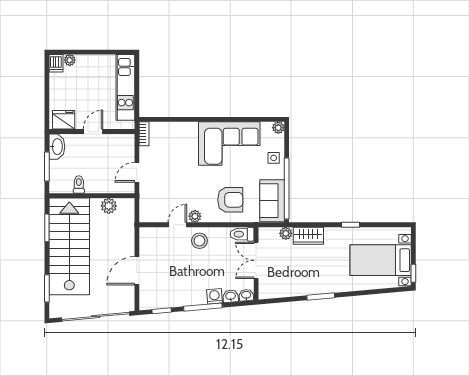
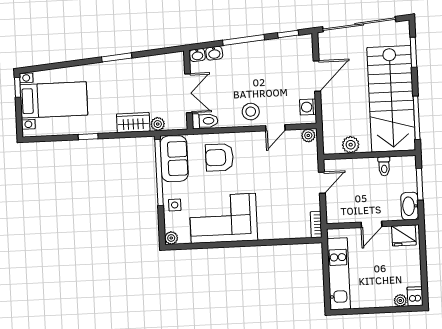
plant: (195, 216) -> (308, 135), moved
window: (47, 228) -> (417, 118), width x1.44
washing machine: (215, 296) -> (308, 107), moved, turned 95

